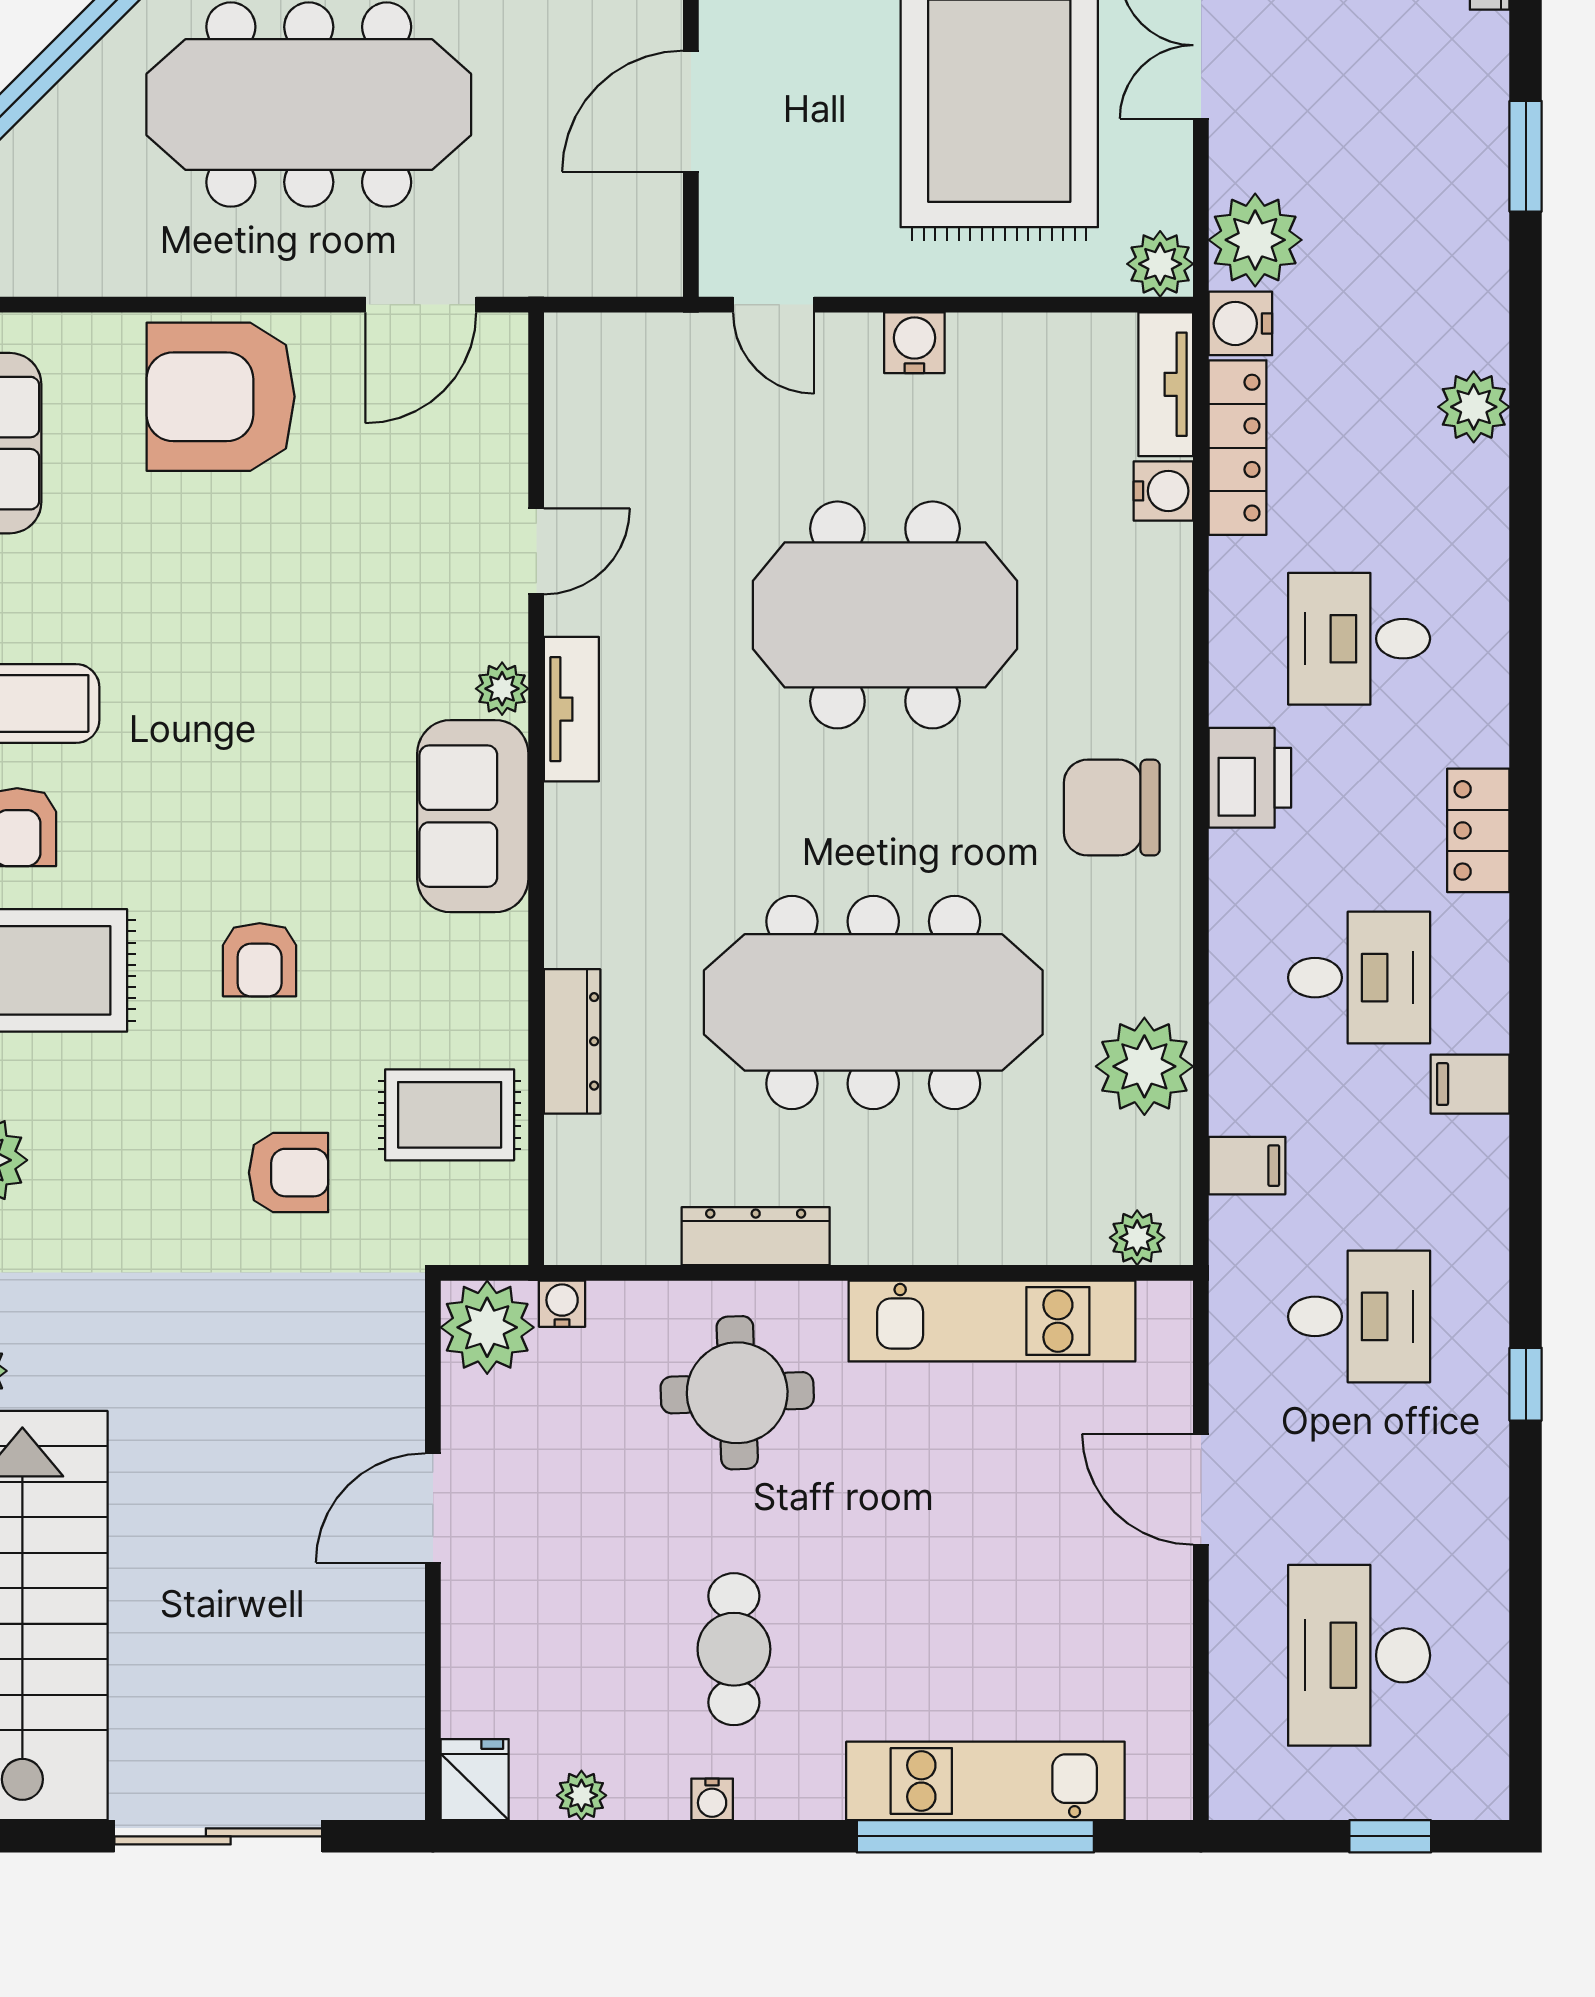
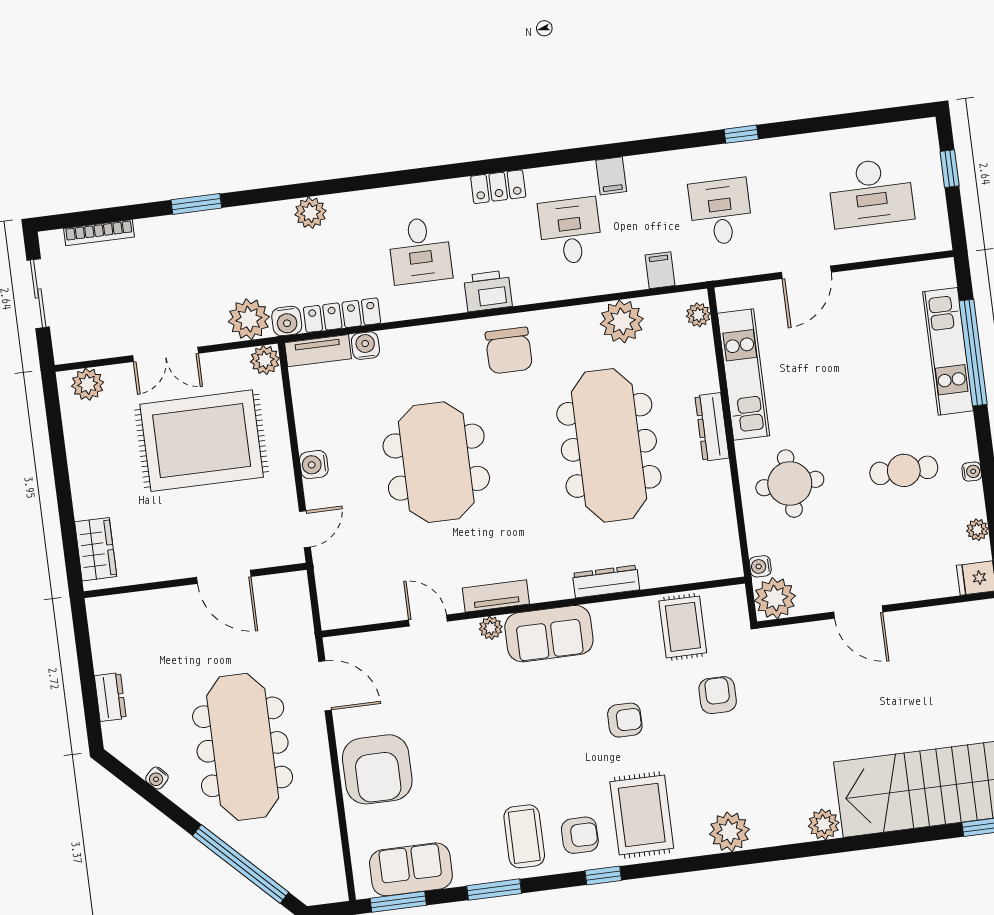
dresser: (572, 1041) -> (606, 582), moved
dresser: (756, 1236) -> (712, 427), moved

